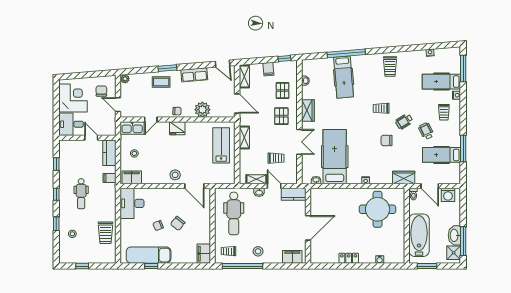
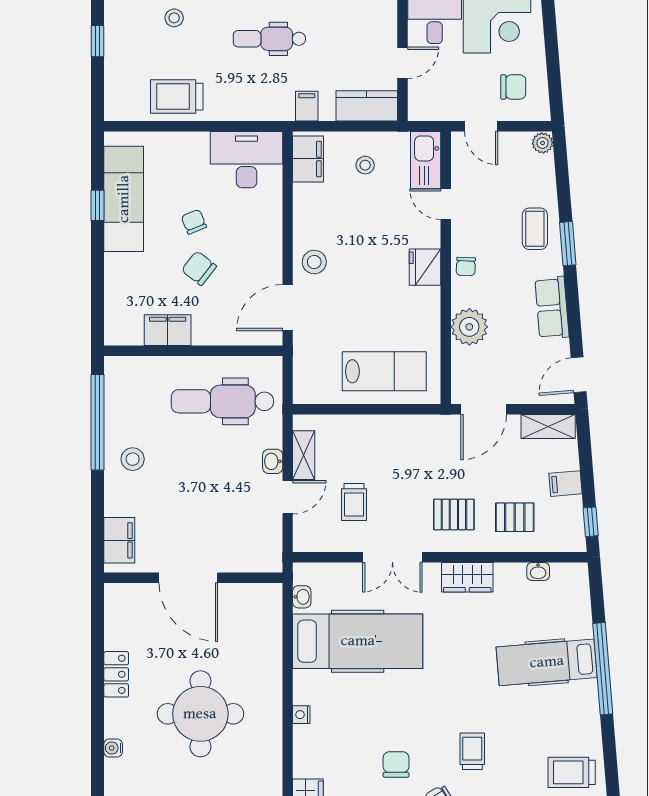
door: (118, 105) -> (481, 126), swing flipped
shelving: (244, 138) -> (403, 427), removed
kitchen counter: (294, 194) -> (268, 543), removed
round table: (378, 209) -> (200, 714), moved
trolley: (228, 251) -> (133, 389), removed
filing cabinet: (204, 254) -> (168, 330), moved

